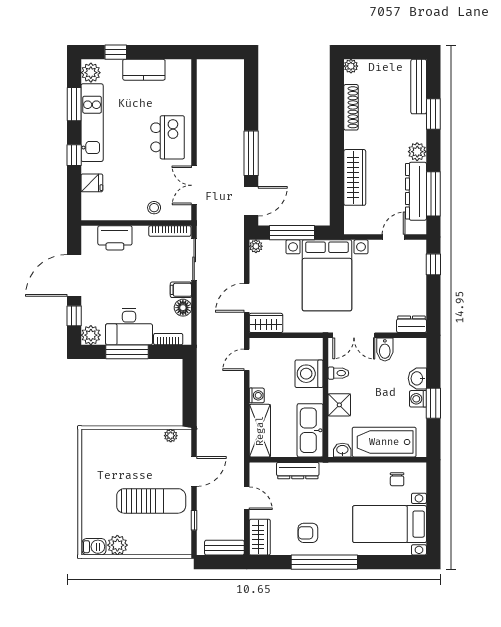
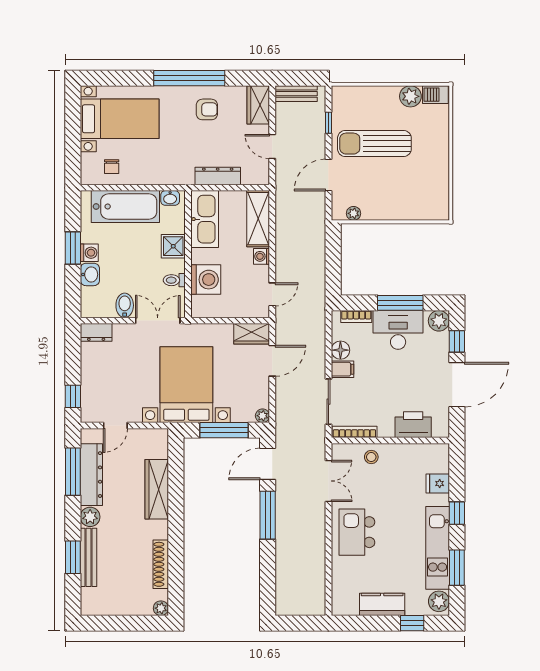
bench: (419, 87) -> (88, 557), moved
chair: (397, 479) -> (112, 167), turned 180

